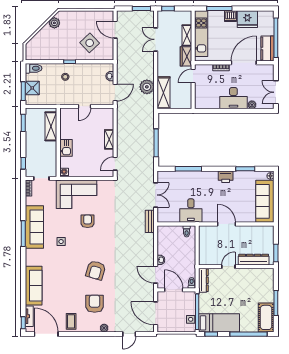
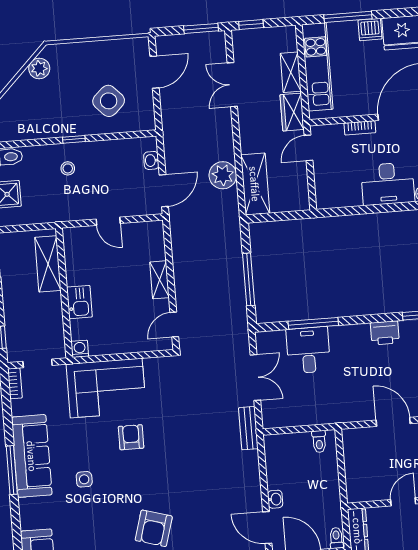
door: (115, 30) -> (154, 72), swing flipped
door: (84, 106) -> (108, 221), hinge flipped
desk: (191, 211) -> (308, 350), moved, turned 180

